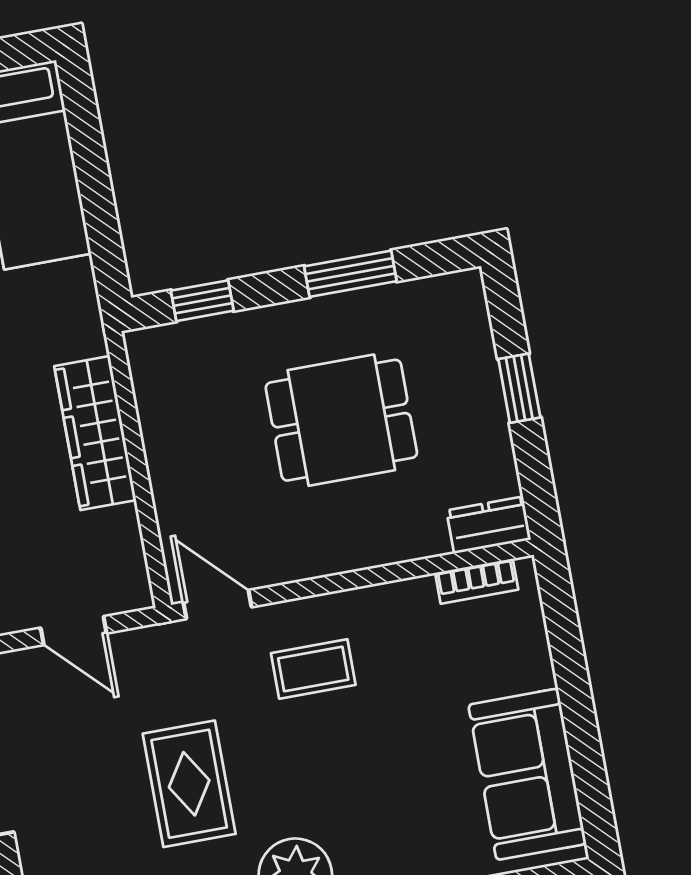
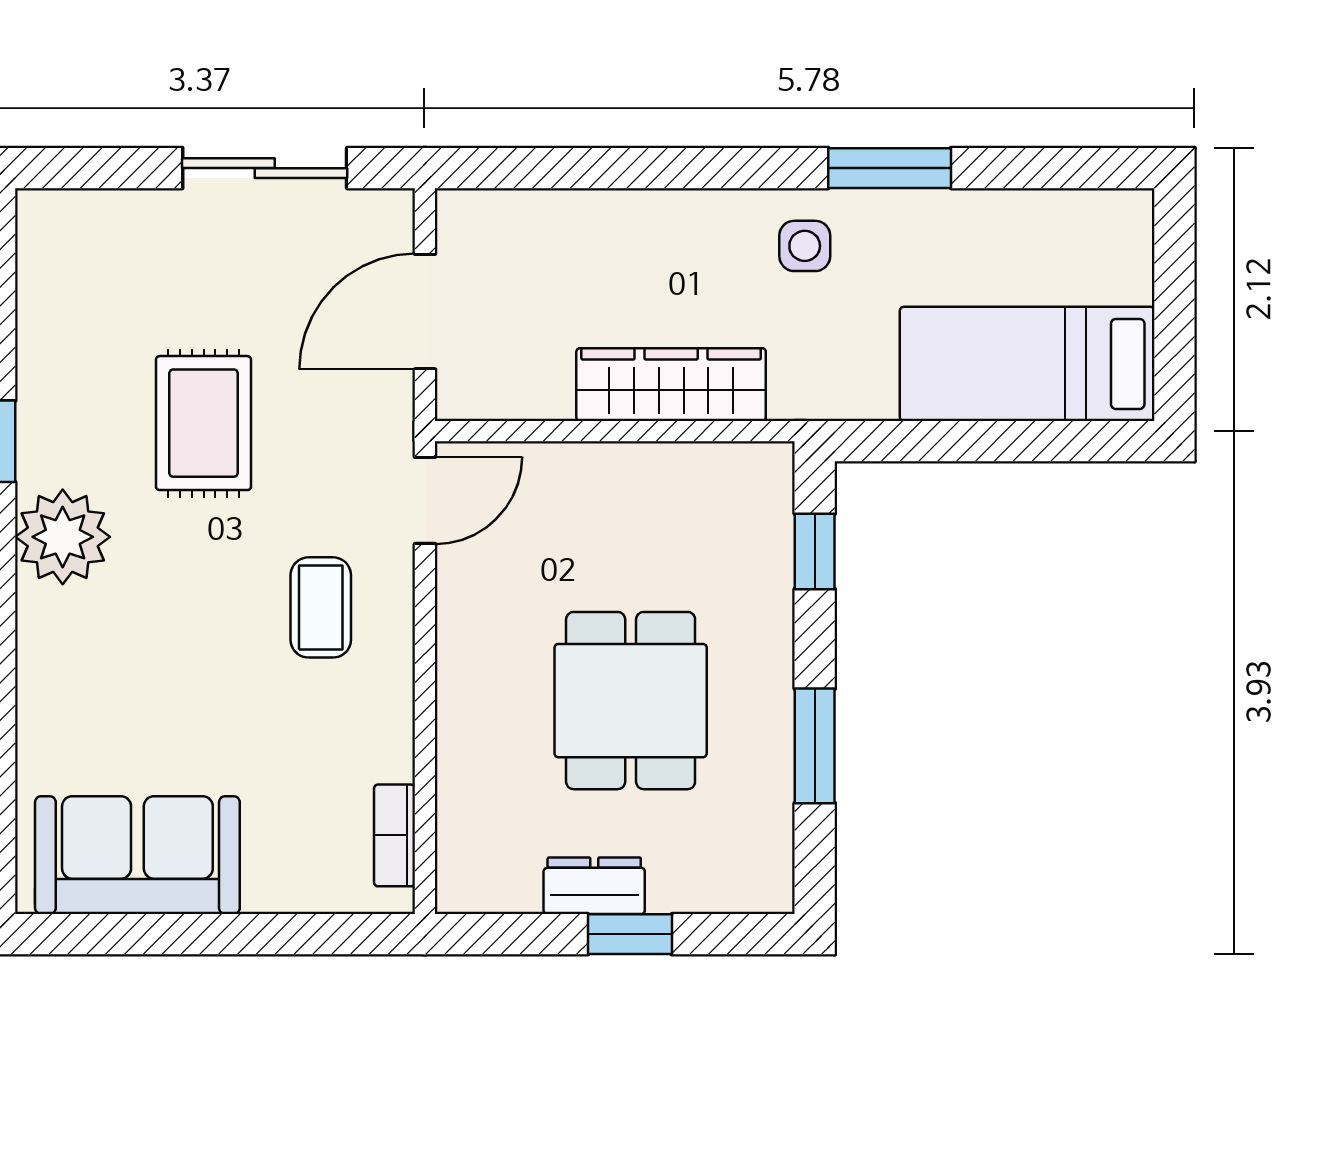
dresser: (489, 525) -> (594, 886), moved, turned -90
door: (74, 631) -> (425, 312), width x1.38
rug: (189, 784) -> (204, 423), turned 90

